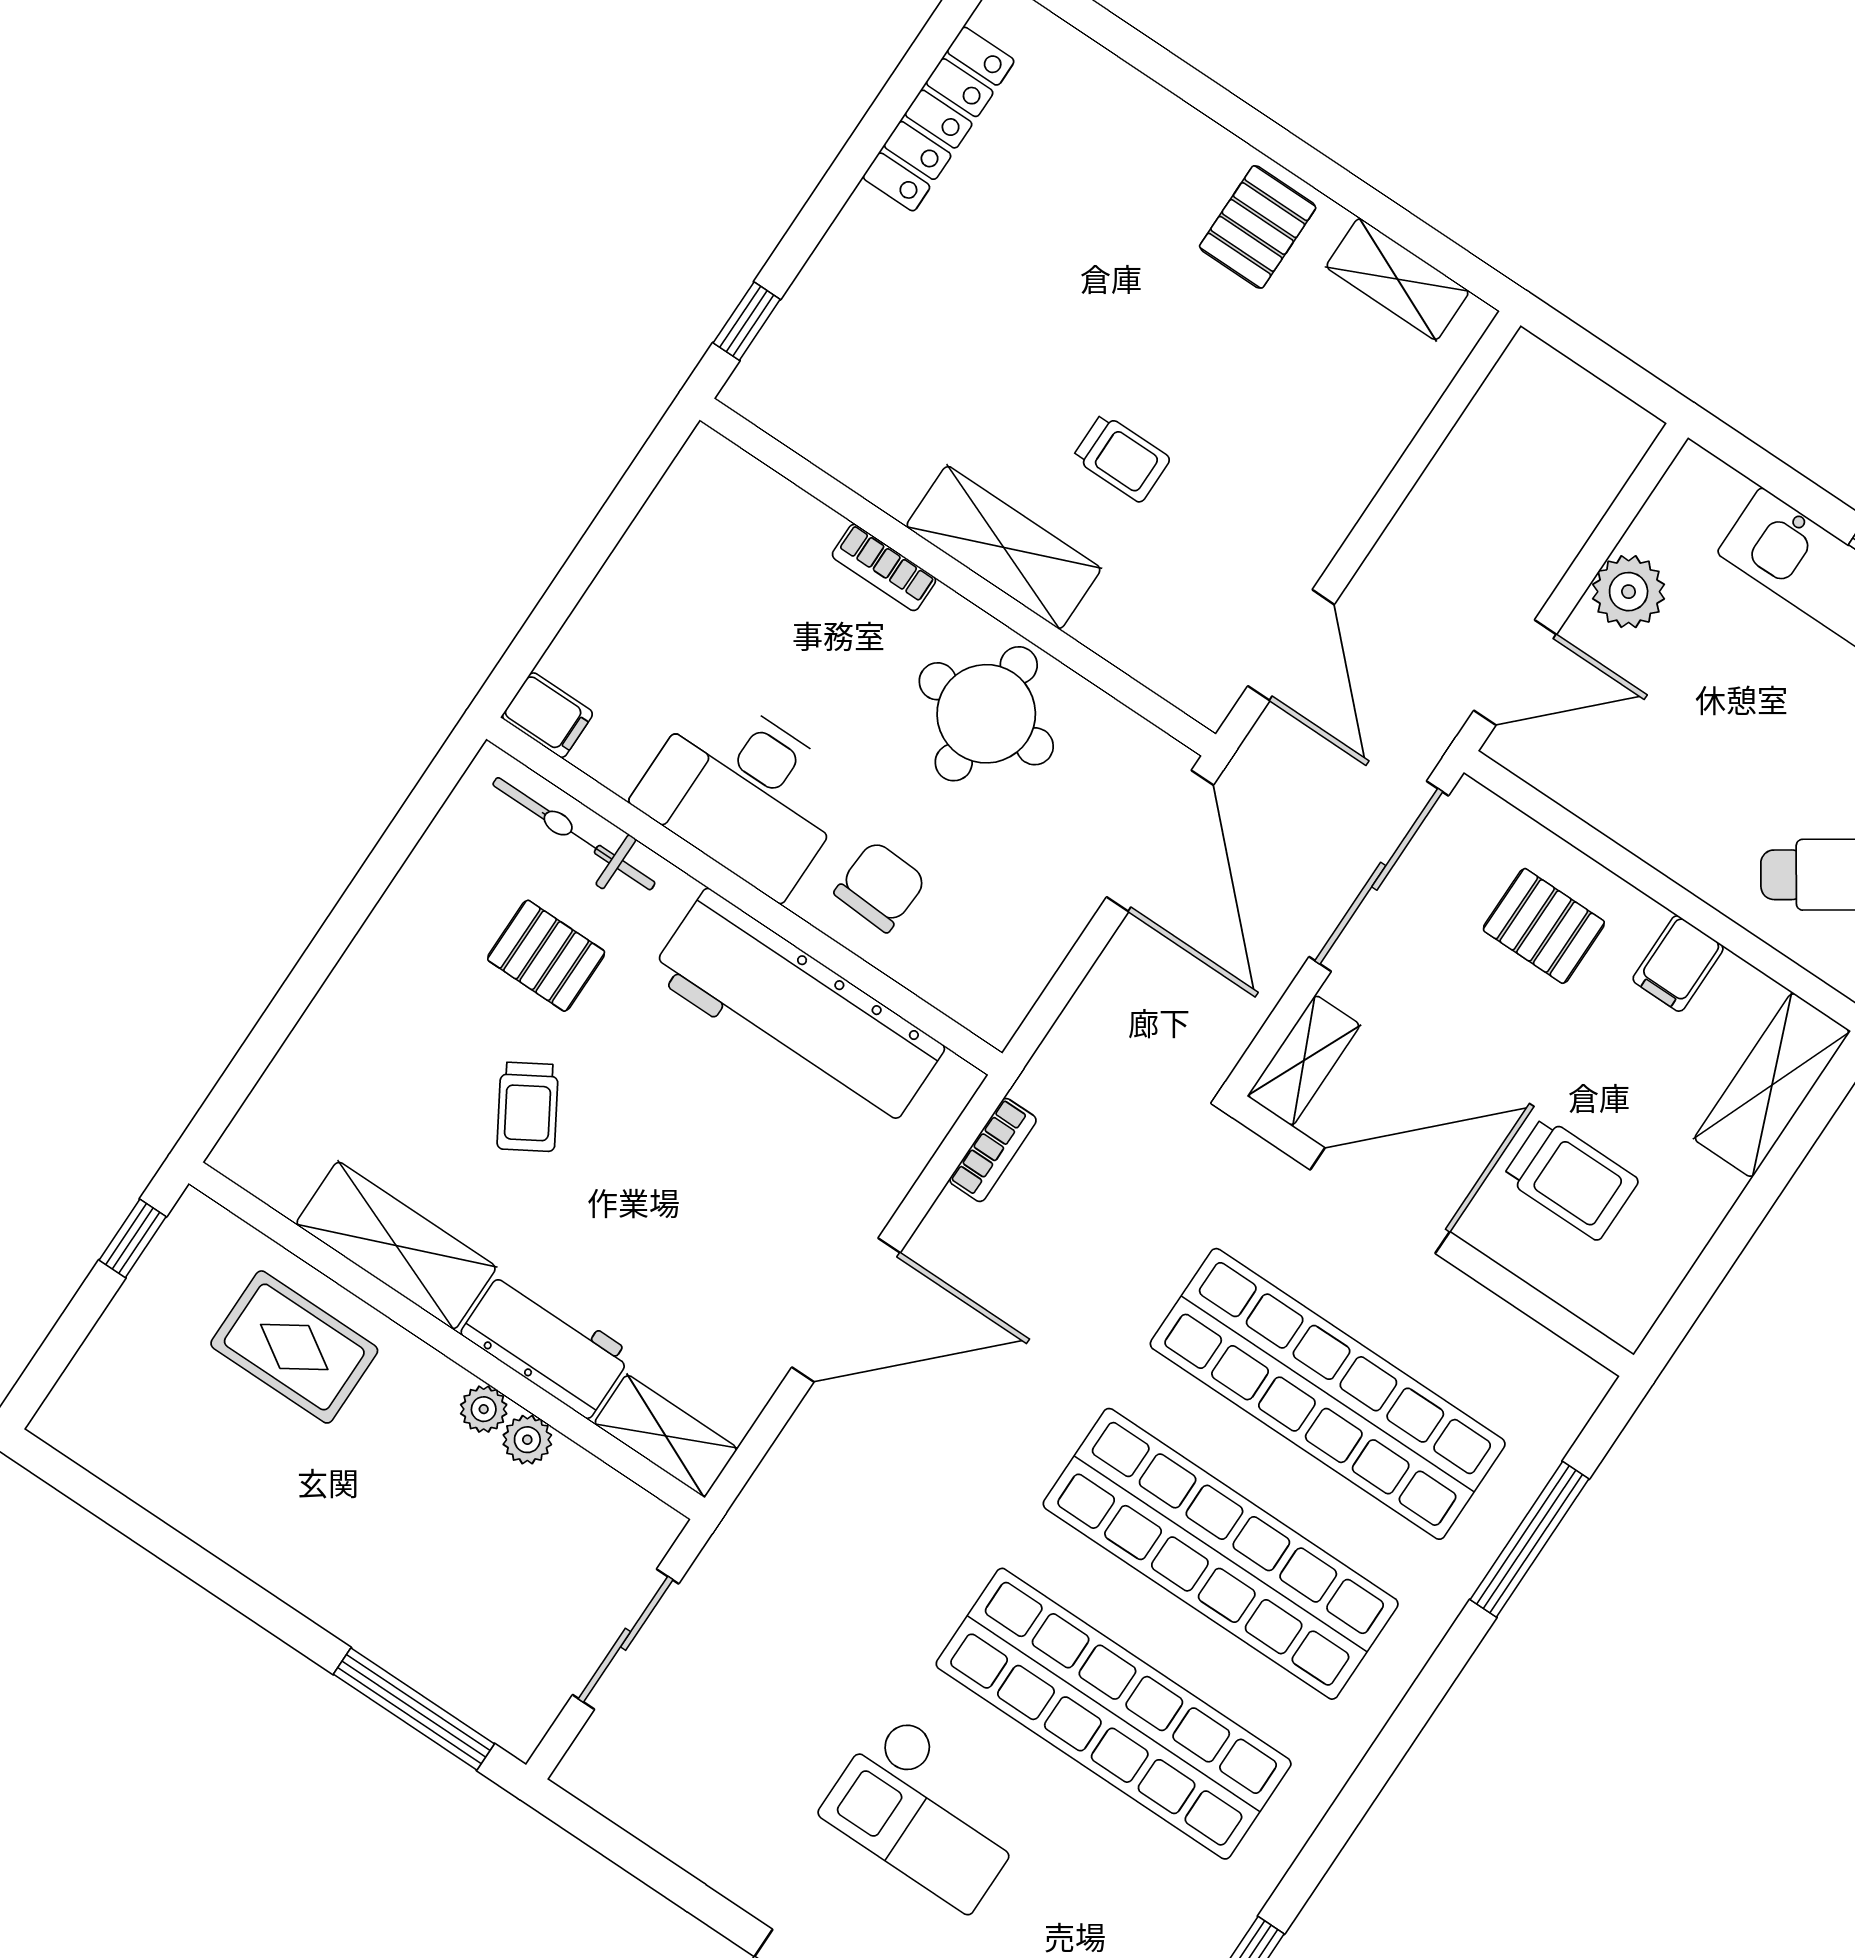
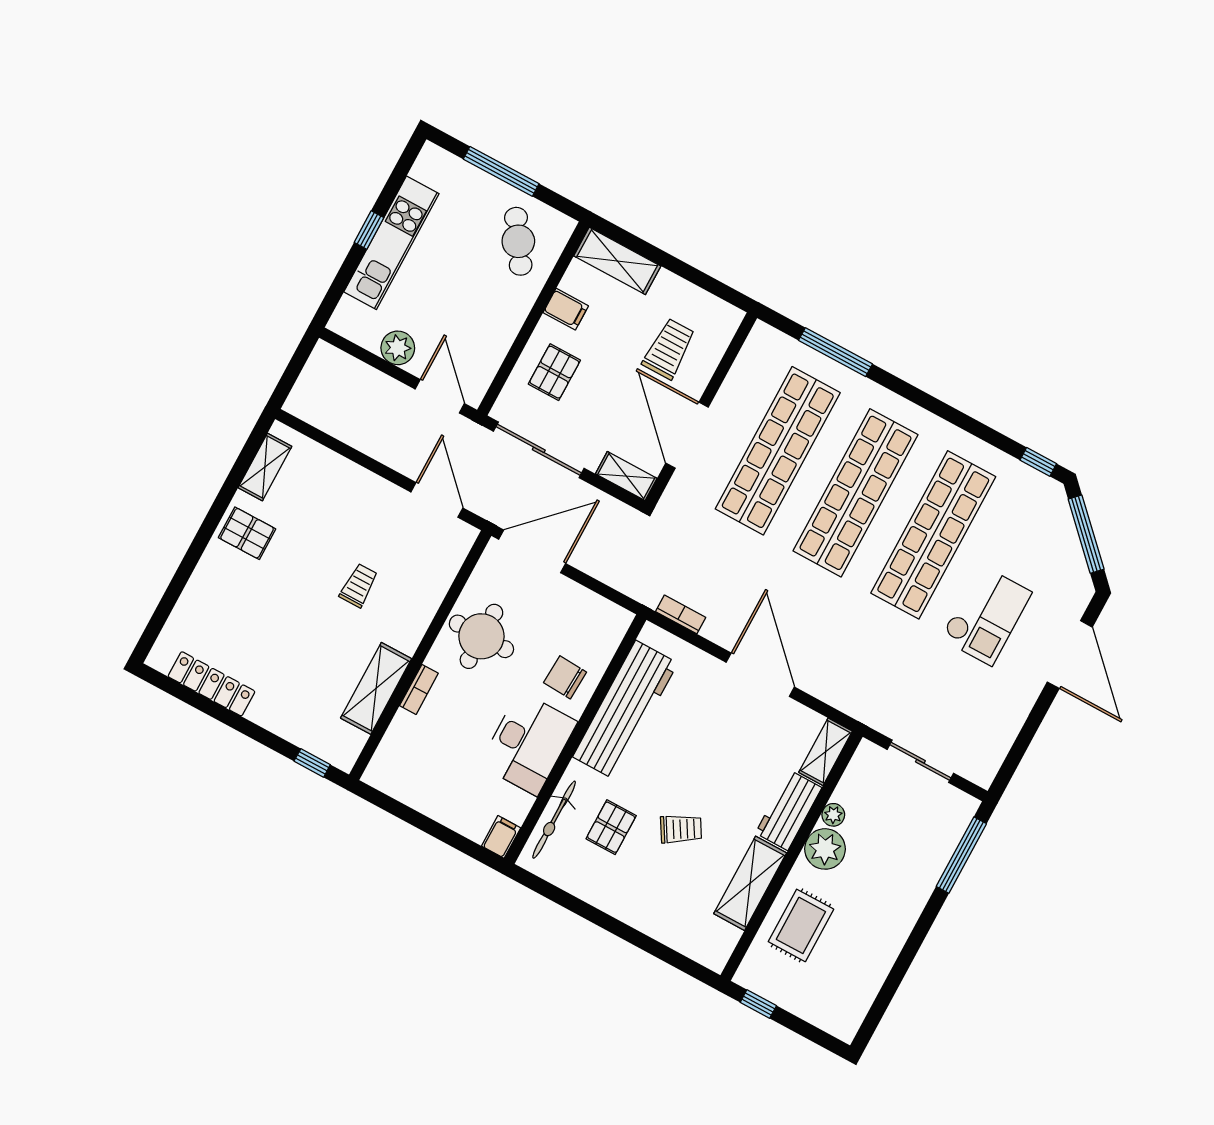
shelving: (1004, 547) -> (376, 688), moved
door: (1291, 645) -> (437, 500), hinge flipped
plant: (484, 1409) -> (825, 849), width x1.88, depth x1.88

